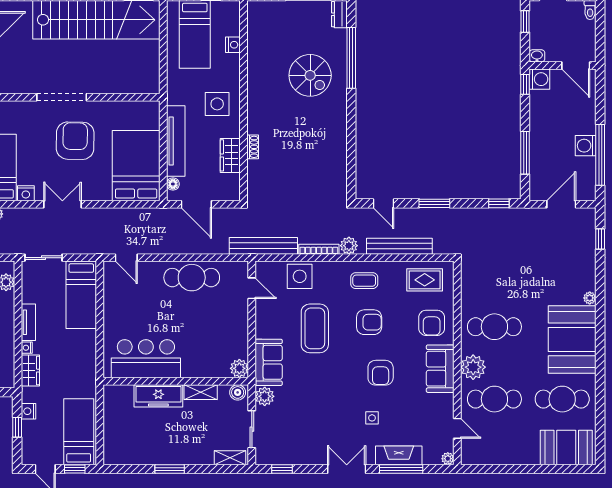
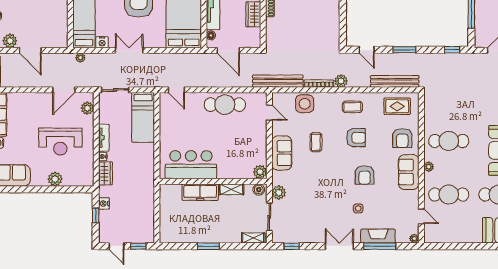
bench: (399, 246) -> (395, 81), moved
coffee table: (315, 328) -> (316, 142), width x0.54, depth x0.58
sofa: (269, 362) -> (282, 153), moved
plant: (473, 367) -> (429, 167), width x0.53, depth x0.53
bed: (79, 432) -> (141, 219), removed

